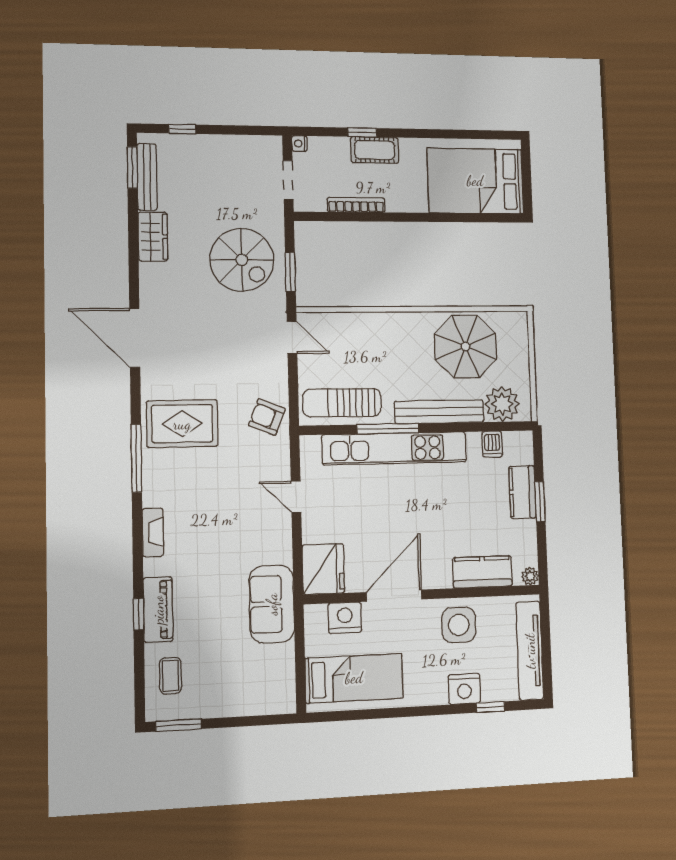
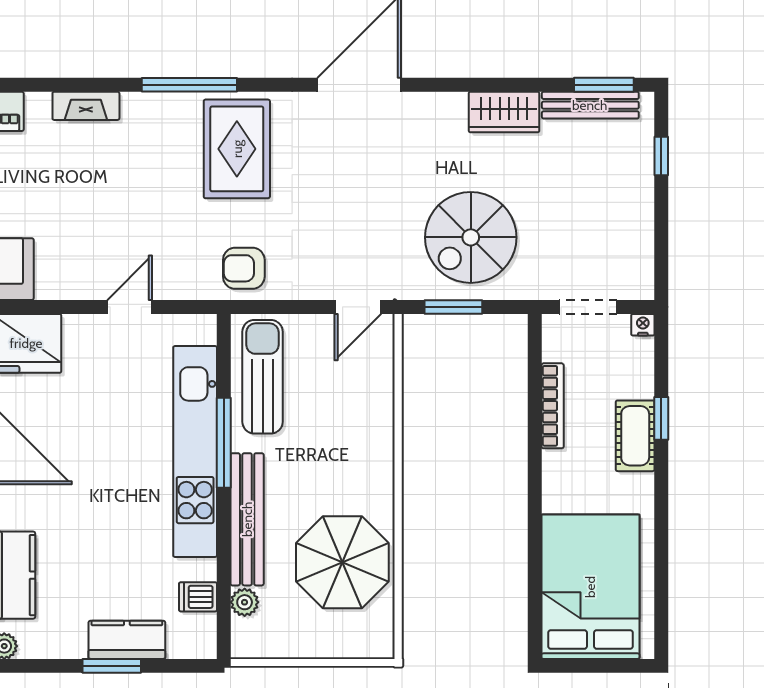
plant: (502, 404) -> (245, 602), width x0.53, depth x0.53
armchair: (267, 417) -> (244, 268), turned -112

